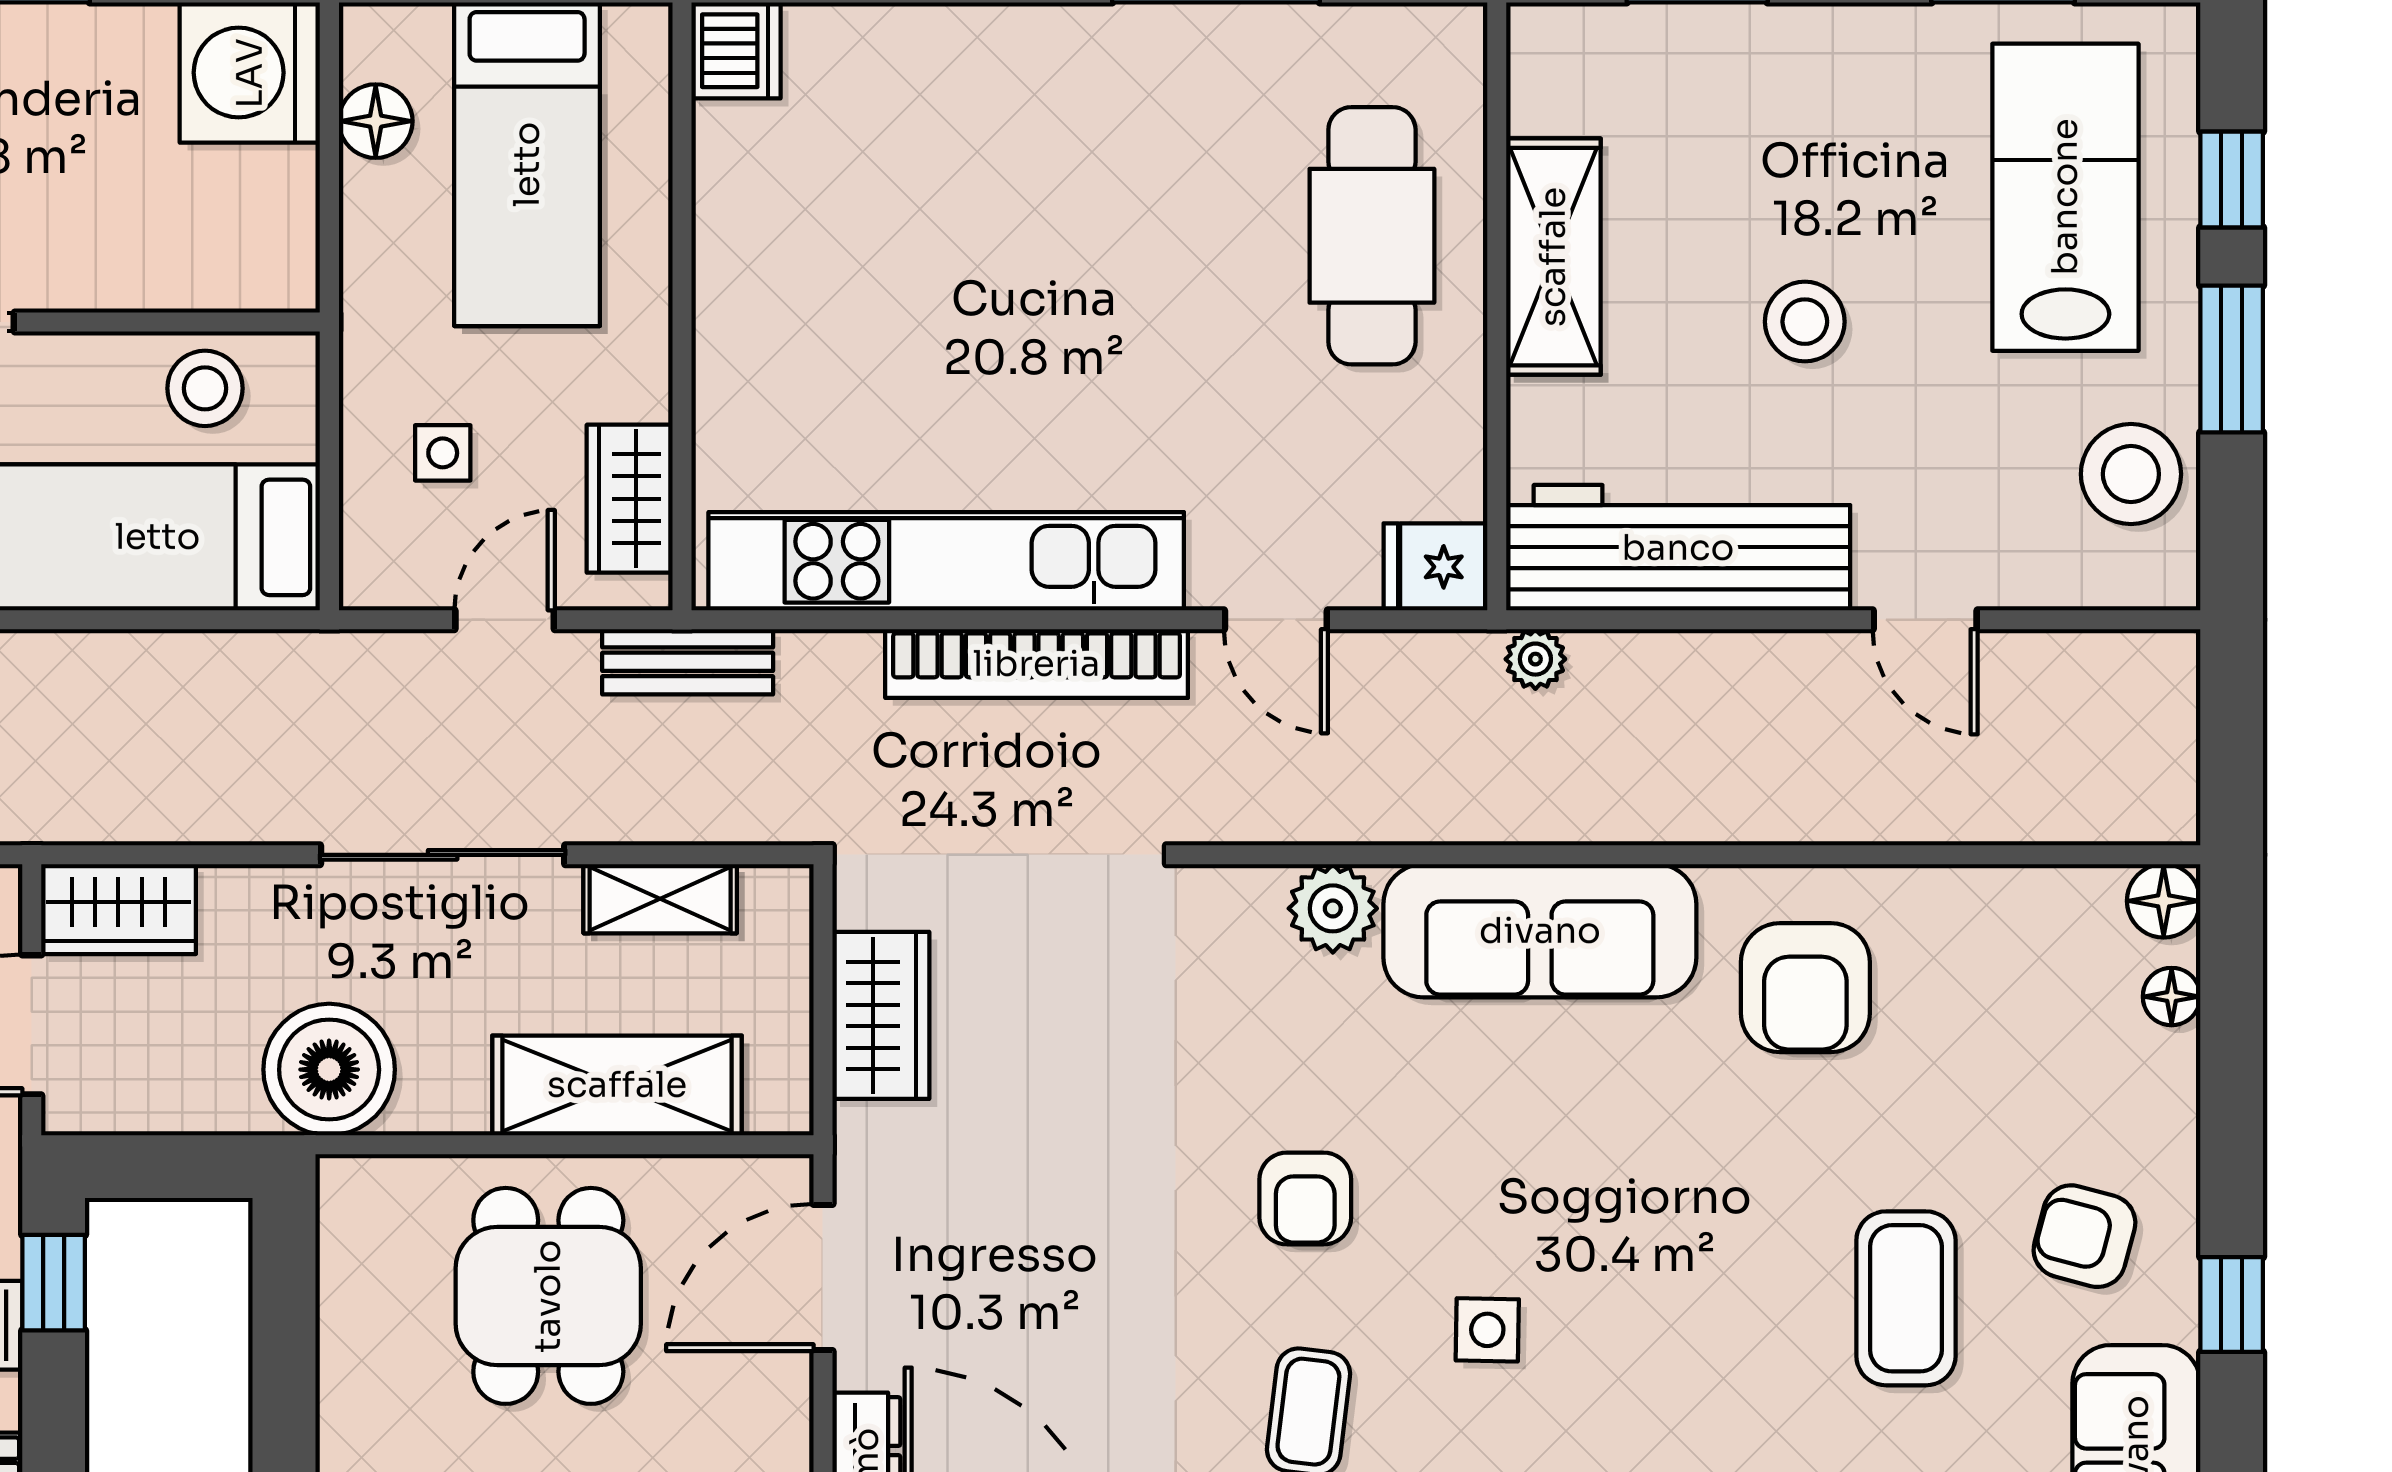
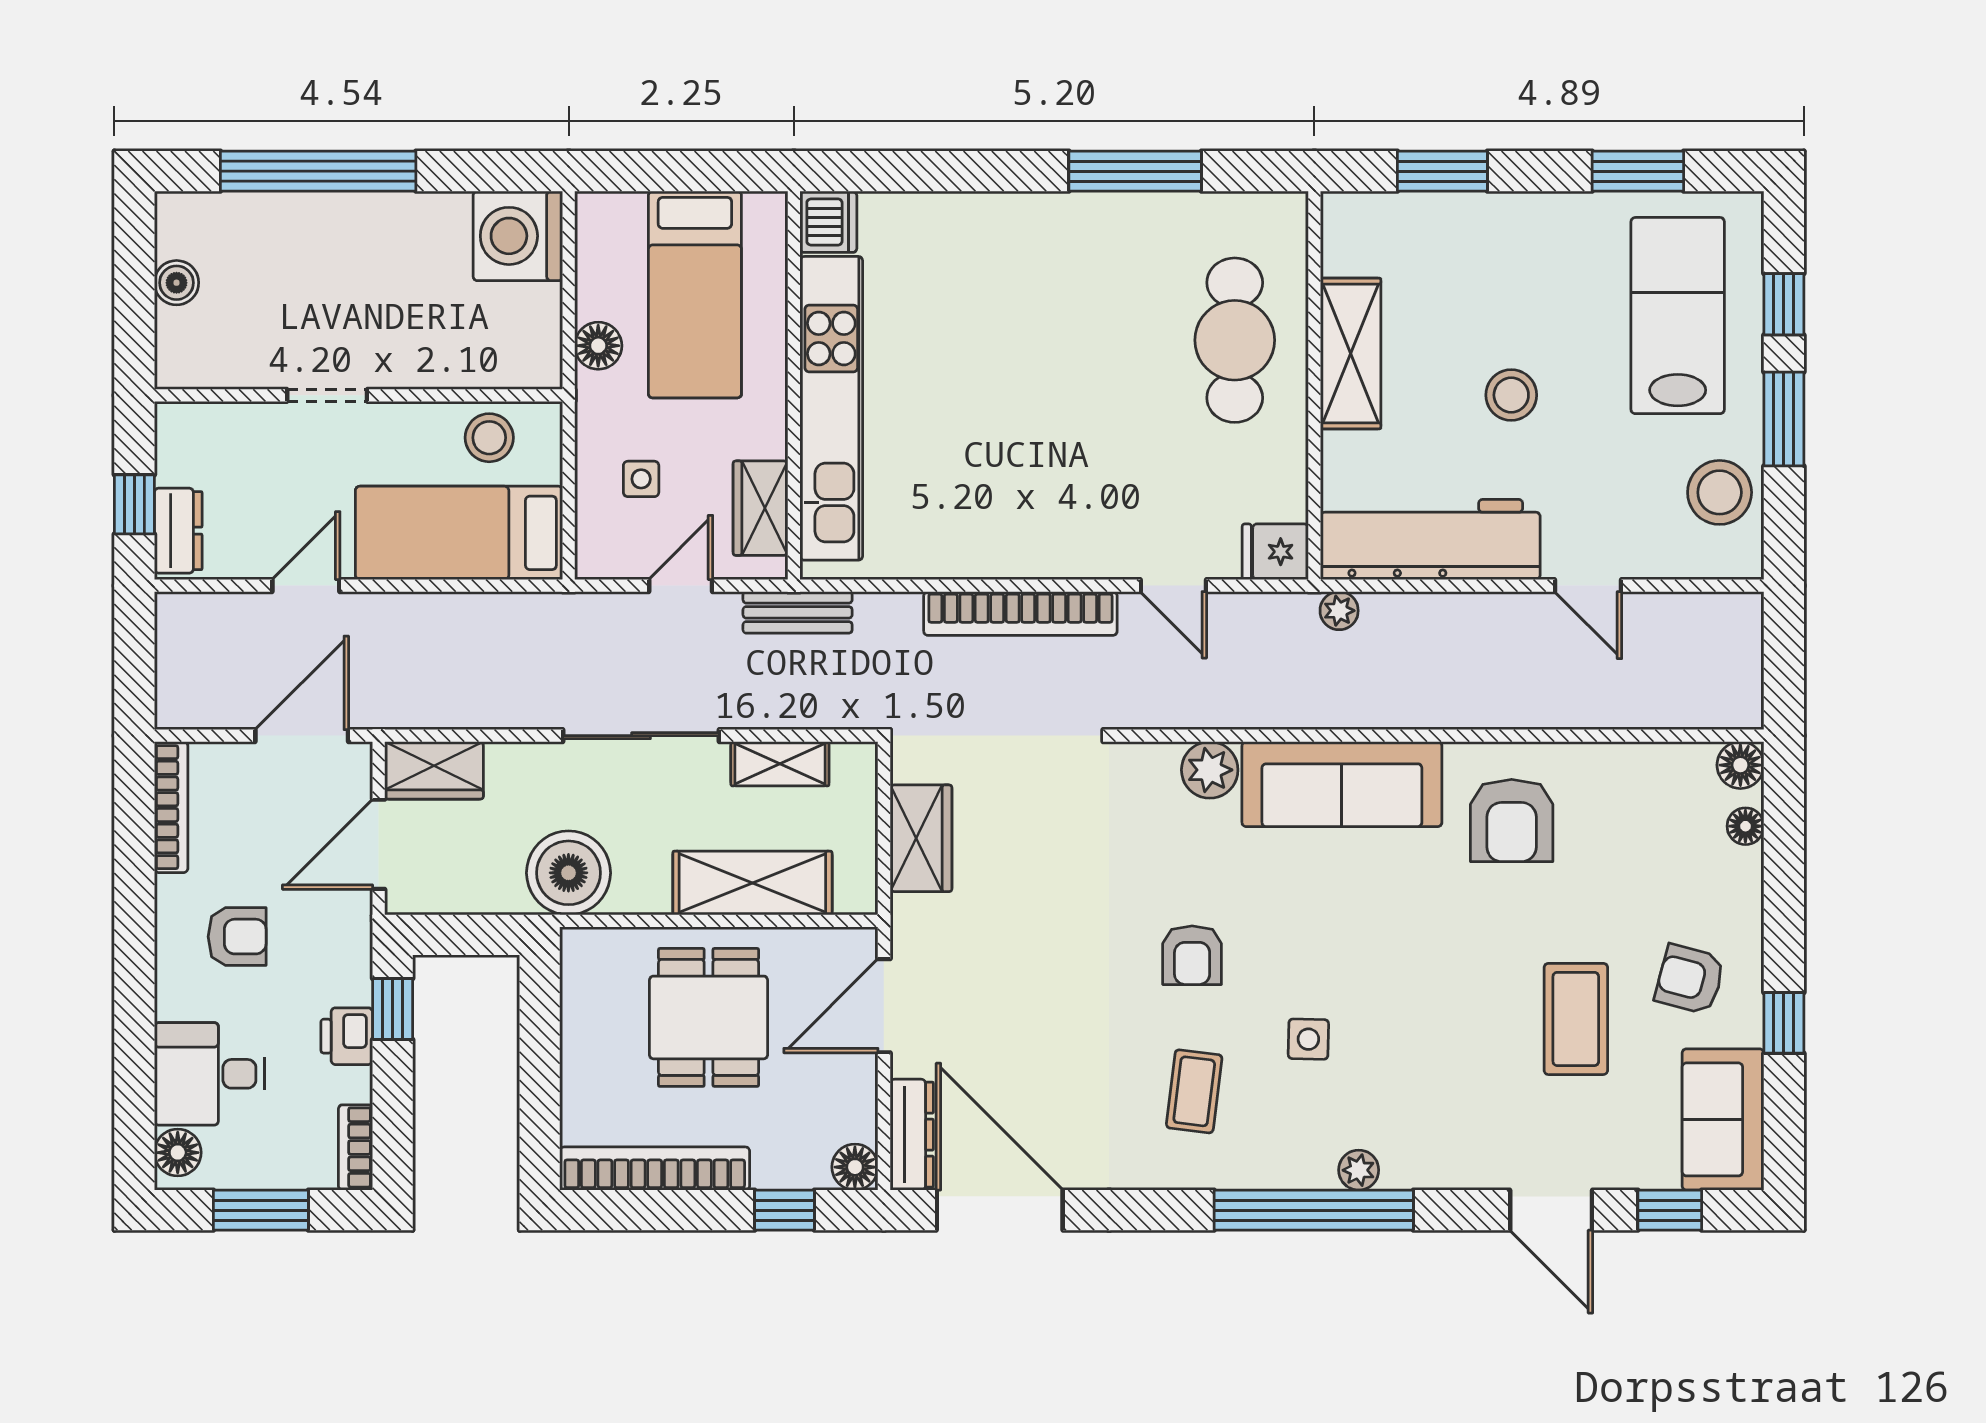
floor lamp: (376, 121) -> (598, 346), moved
kitchen unit: (946, 561) -> (831, 408), moved, turned 90

